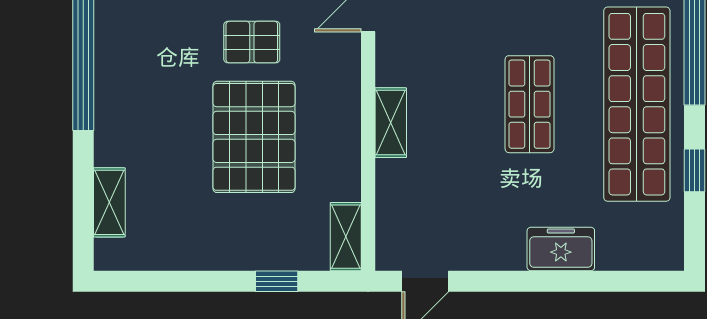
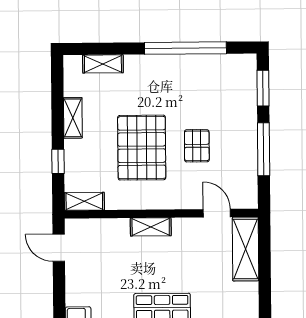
pallet: (254, 137) -> (142, 148), turned 90
shelving: (202, 255) -> (73, 118), added

